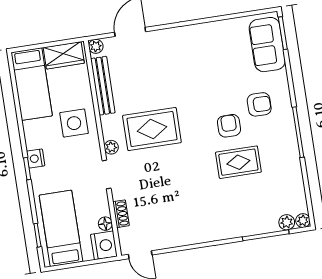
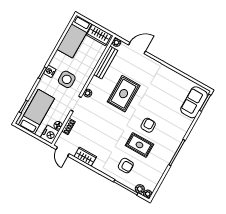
armchair: (259, 104) -> (126, 166), moved
side table: (74, 123) -> (67, 79), moved
rug: (152, 129) -> (124, 94), moved, turned 90
wardrobe: (177, 237) -> (85, 157), added

